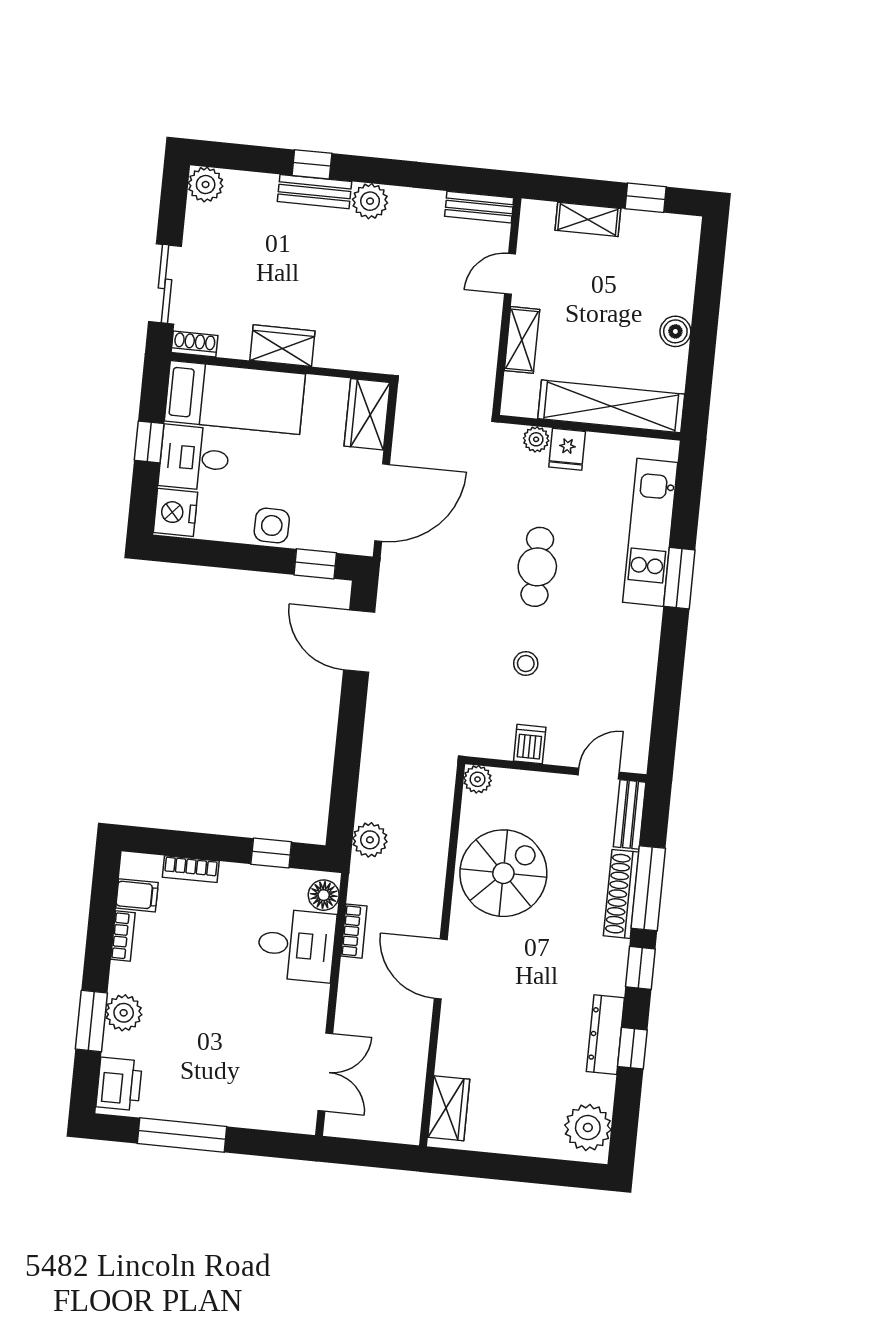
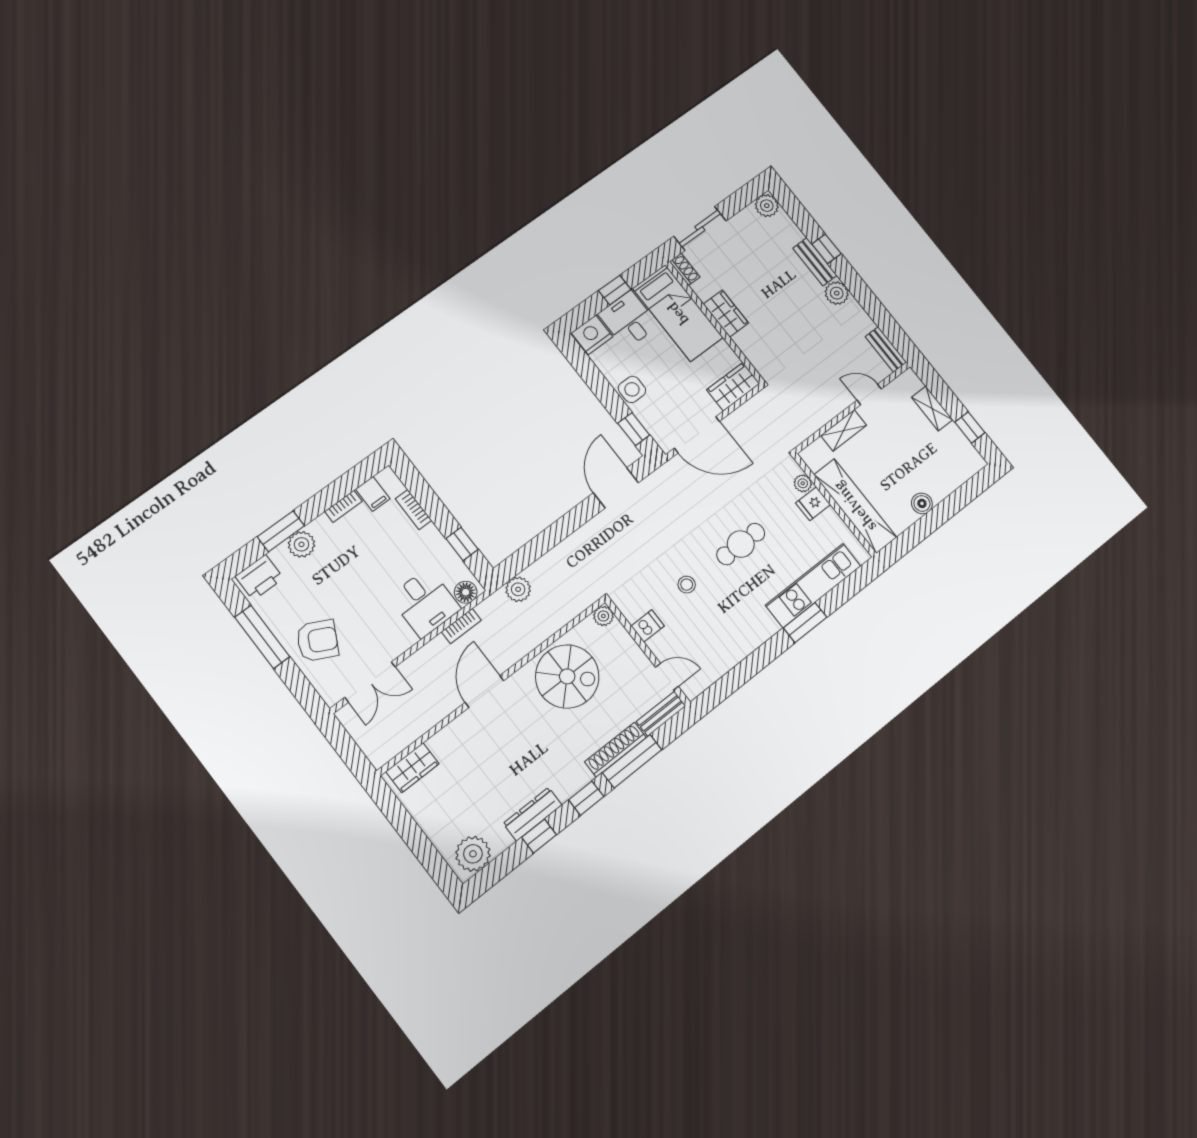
armchair: (236, 1085) -> (317, 641), added

